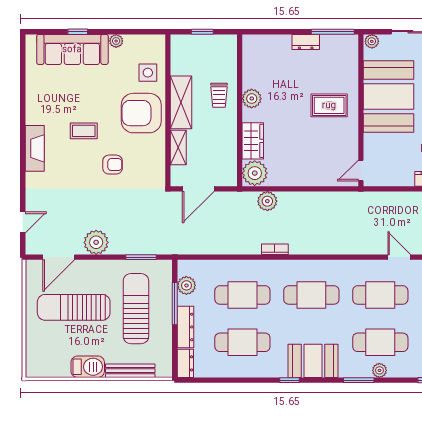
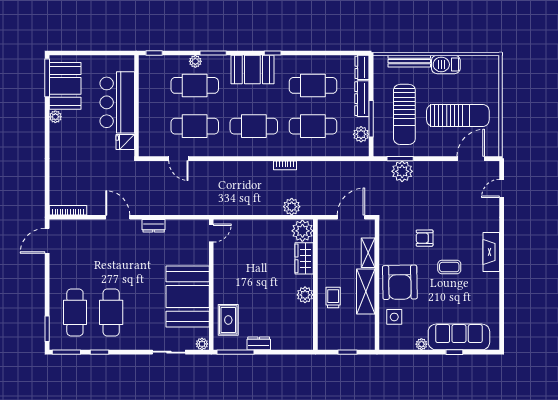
rug: (329, 105) -> (228, 320), moved, turned 90
armchair: (141, 113) -> (400, 282), turned 89
plant: (96, 242) -> (402, 171), moved

